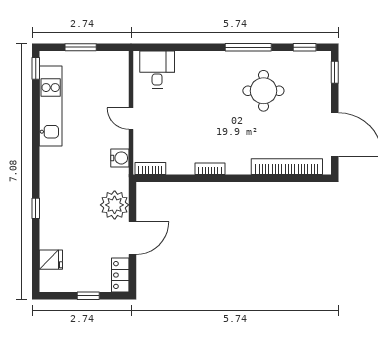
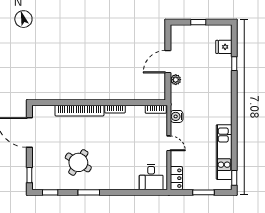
window: (248, 47) -> (89, 192), width x0.69
round table: (263, 91) -> (78, 162), turned 32
bookcase: (287, 167) -> (79, 111), moved
plant: (115, 205) -> (176, 80), width x0.53, depth x0.53
window: (36, 208) -> (234, 64), moved
locker: (120, 275) -> (176, 178), moved

